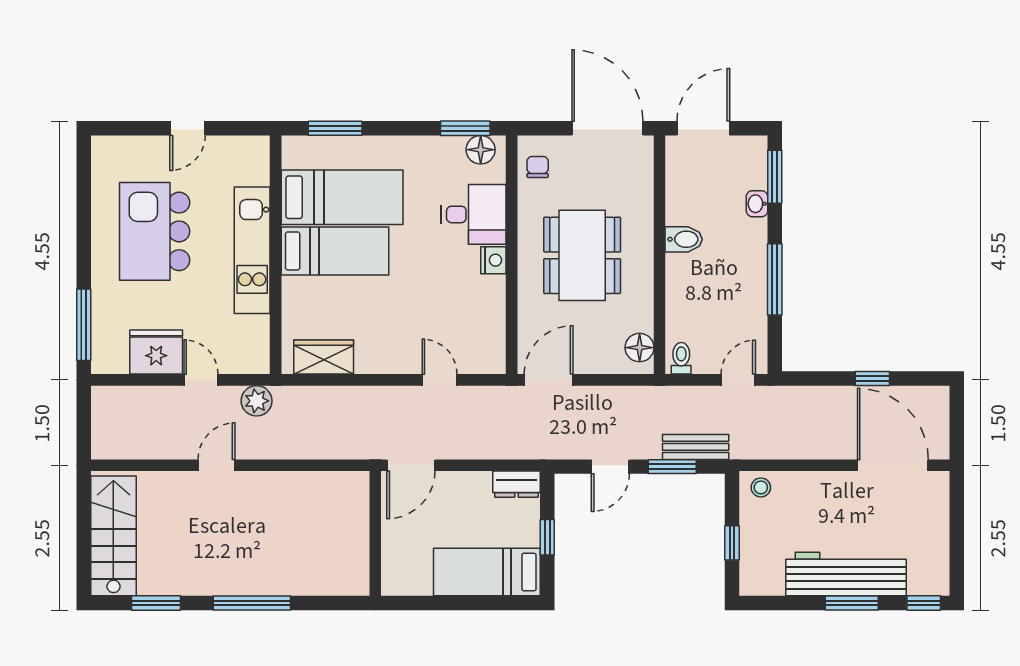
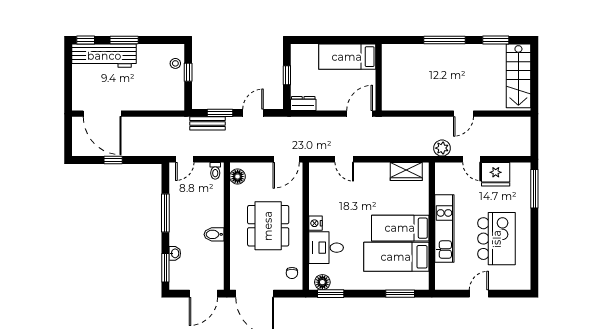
stool: (761, 487) -> (175, 63), moved
bed: (487, 572) -> (347, 57), moved, turned 180
workbench: (846, 574) -> (104, 56), moved

